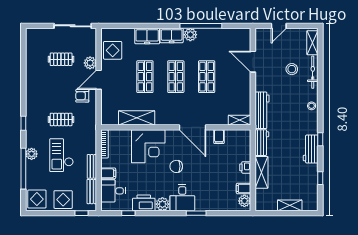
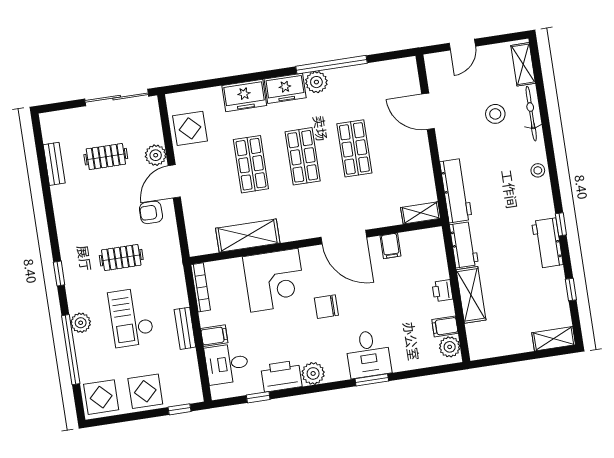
bench: (92, 192) -> (54, 164), moved
desk: (182, 198) -> (368, 354), moved
shelving: (290, 205) -> (554, 339), moved

